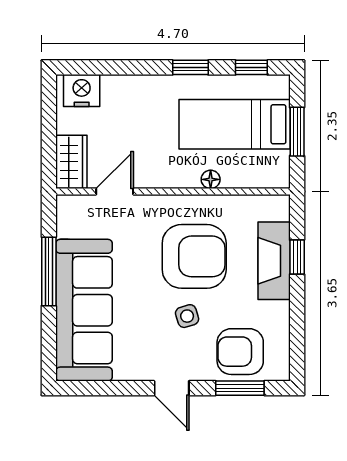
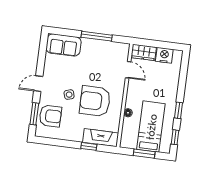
nightstand: (82, 90) -> (164, 55), moved, turned -90
armchair: (194, 256) -> (95, 101), turned 90
fireplace: (274, 261) -> (101, 138), moved
sofa: (84, 310) -> (64, 45), width x0.54, depth x0.79
armchair: (240, 352) -> (50, 116), turned 90

